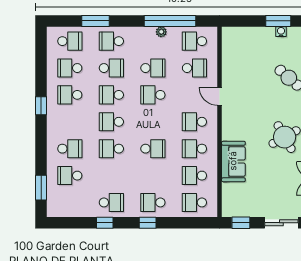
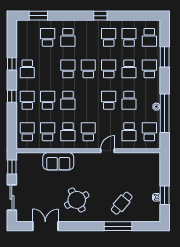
school desk: (194, 149) -> (68, 132), turned 180
school desk: (153, 176) -> (48, 100), added

